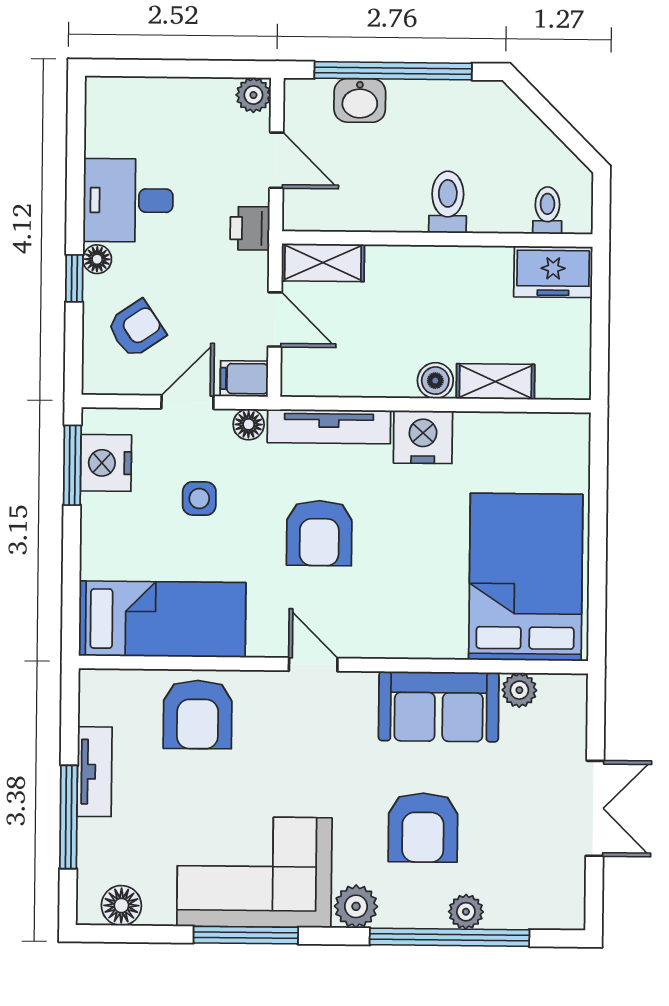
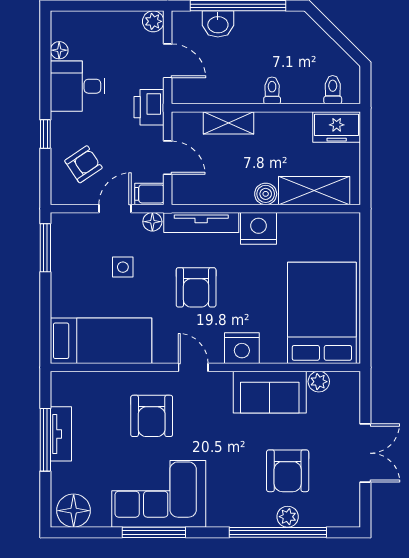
toilet: (448, 202) -> (272, 90), width x0.73, depth x0.72
printer: (250, 228) -> (149, 107), width x1.36, depth x1.24
floor lamp: (97, 259) -> (59, 50), moved
shelving: (323, 263) -> (228, 123), moved
shelving: (495, 382) -> (314, 191), width x1.50, depth x1.33
nightstand: (106, 463) -> (242, 348), moved, turned -90
armchair: (198, 714) -> (152, 416), moved
window: (69, 817) -> (45, 440), moved
armchair: (423, 828) -> (288, 471), moved
floor lamp: (121, 906) -> (74, 511), width x1.38, depth x1.38
plant: (356, 906) -> (221, 514), removed

